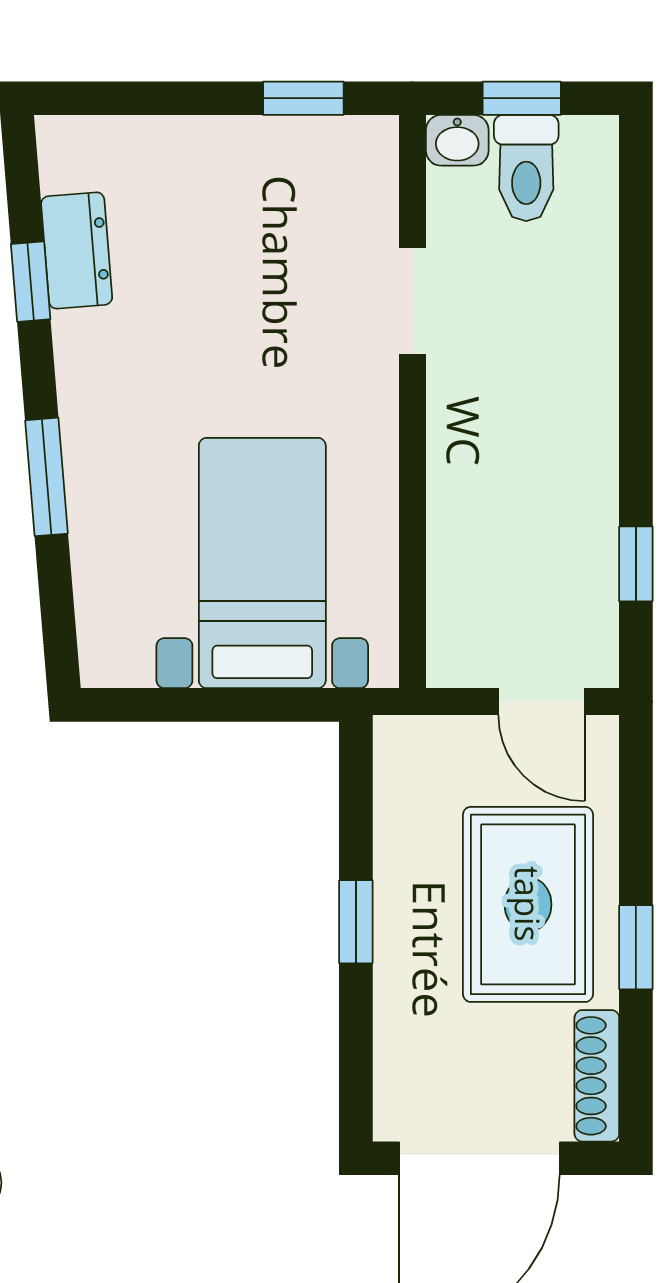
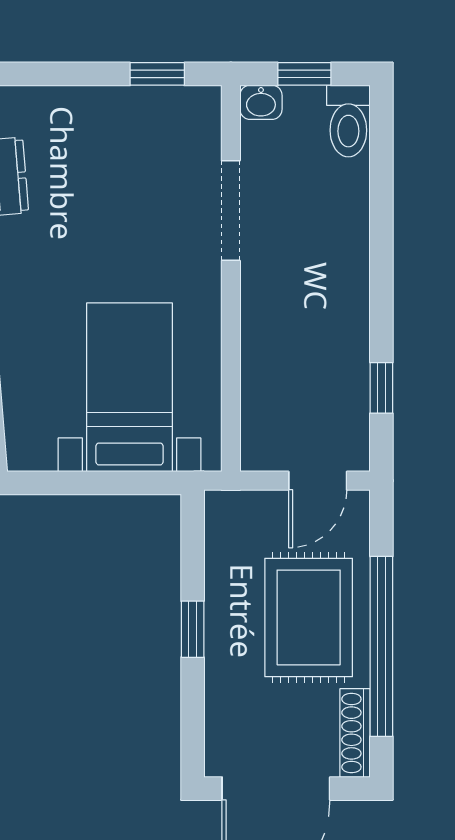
toilet: (526, 168) -> (348, 121), moved
doorway: (413, 301) -> (231, 211), width x1.38
door: (541, 702) -> (318, 481), hinge flipped
window: (636, 947) -> (381, 646), width x3.17

